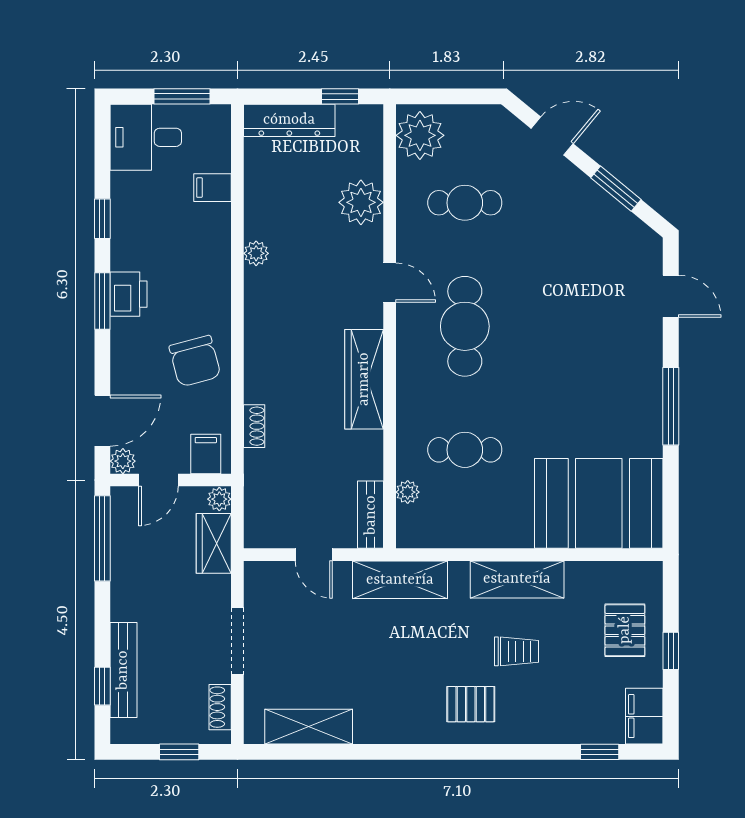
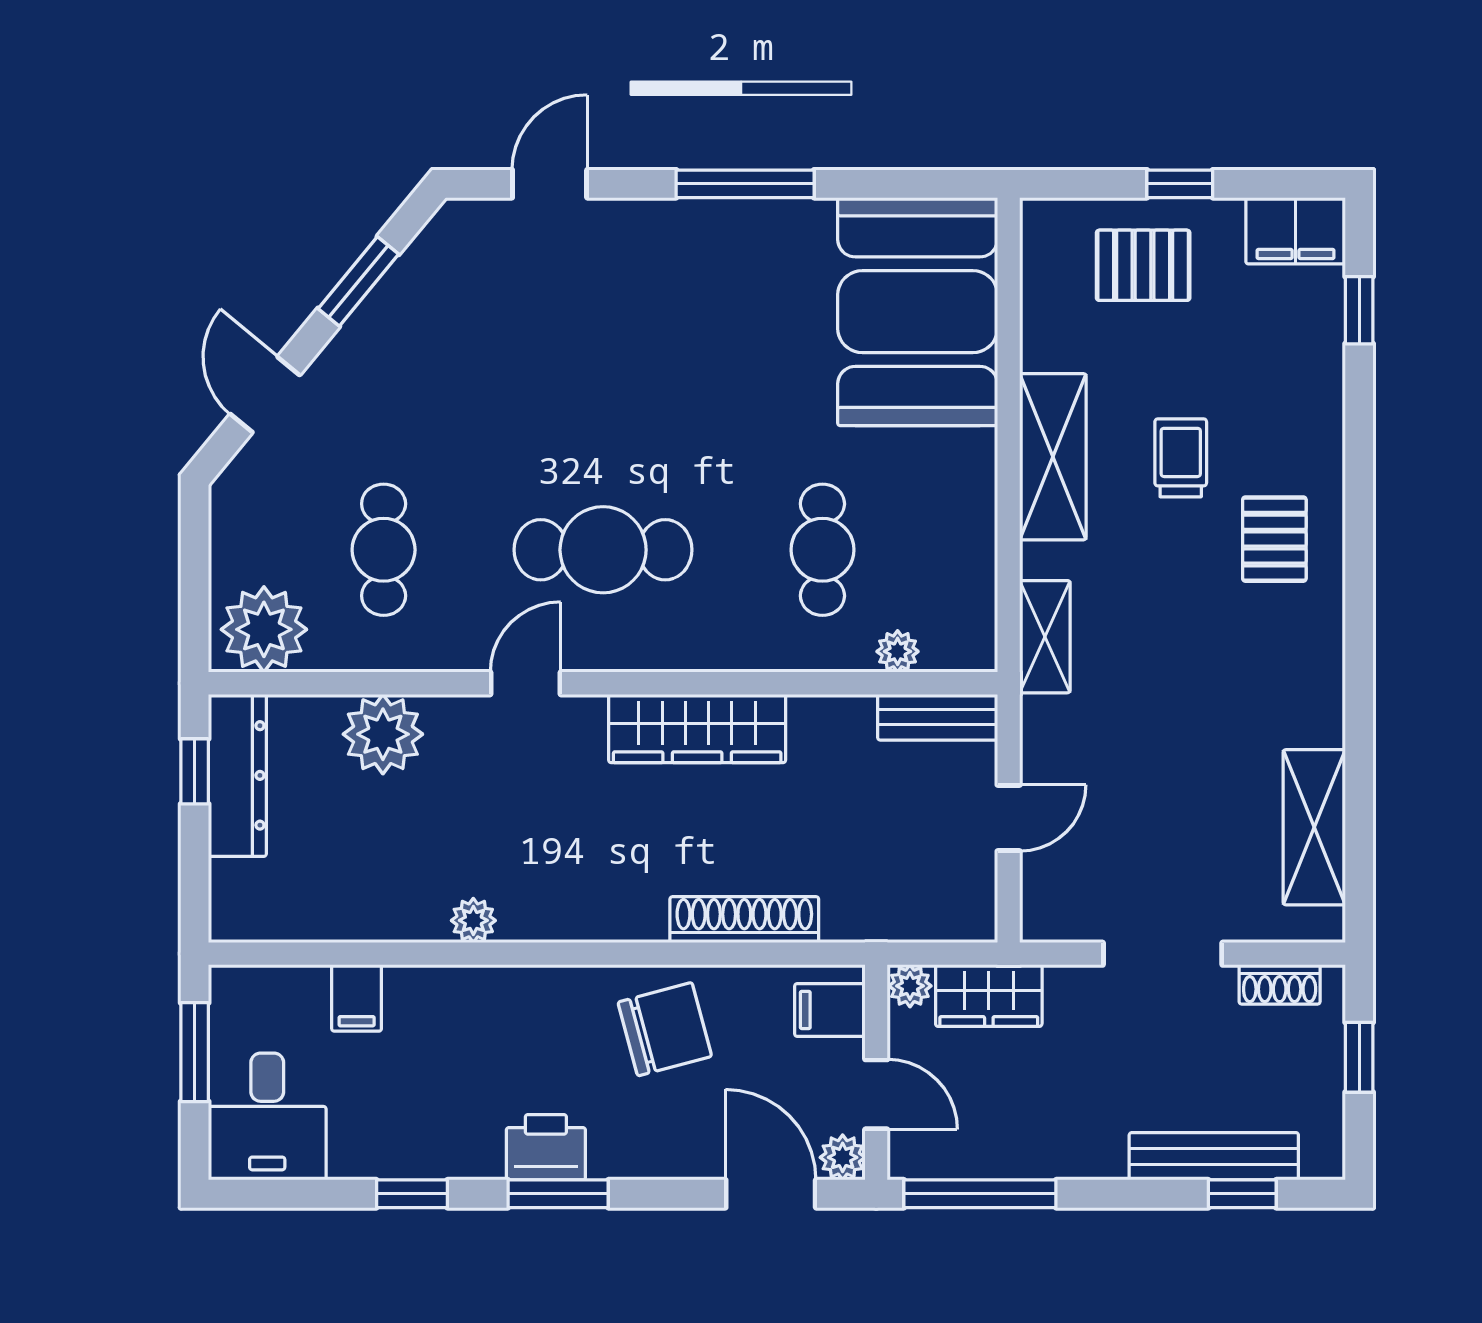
dresser: (289, 120) -> (237, 775), moved
shoe rack: (254, 426) -> (744, 920), width x1.94, depth x1.24
shelving: (400, 580) -> (1045, 637), width x0.67, depth x0.75

